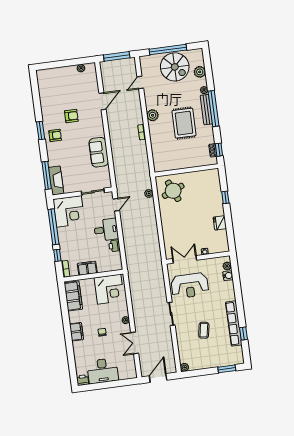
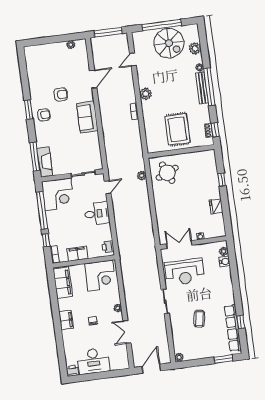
rug: (184, 123) -> (177, 129), moved
sofa: (99, 152) -> (87, 117), moved
printer: (115, 246) -> (108, 247), moved
row of seats: (234, 323) -> (233, 328), moved

